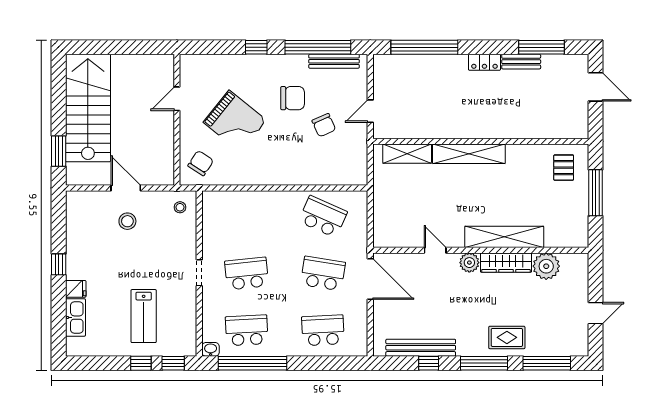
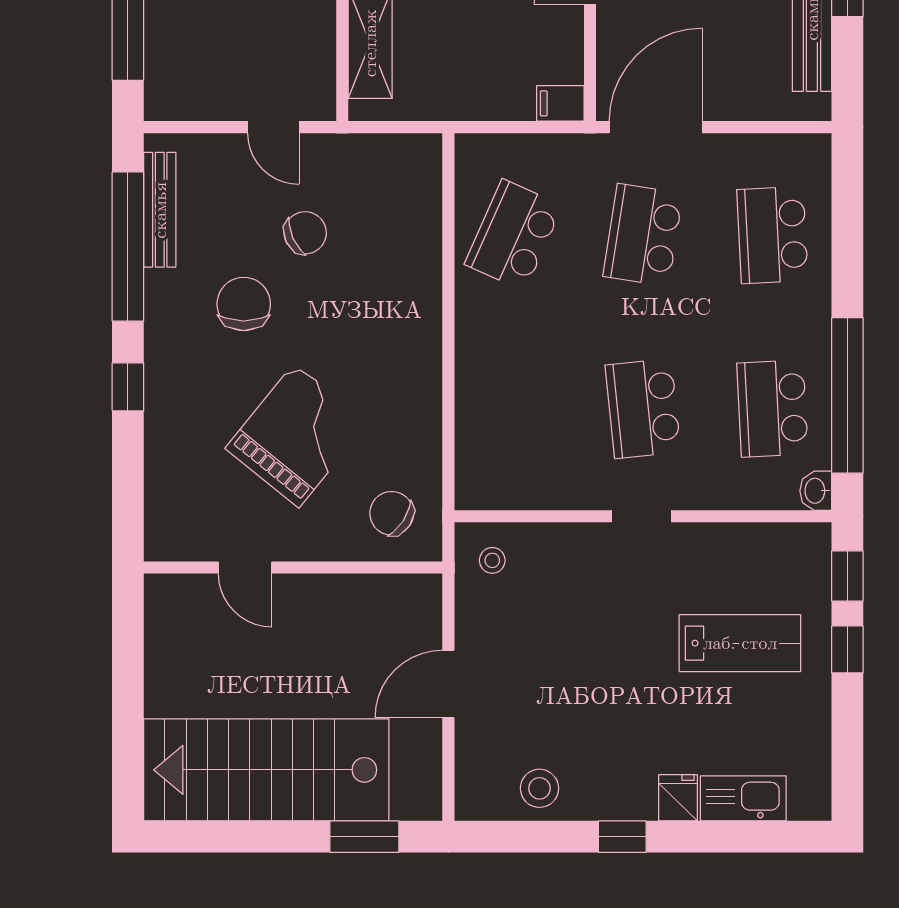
stool: (127, 221) -> (539, 788), moved
filing cabinet: (381, 237) -> (560, 103), added

